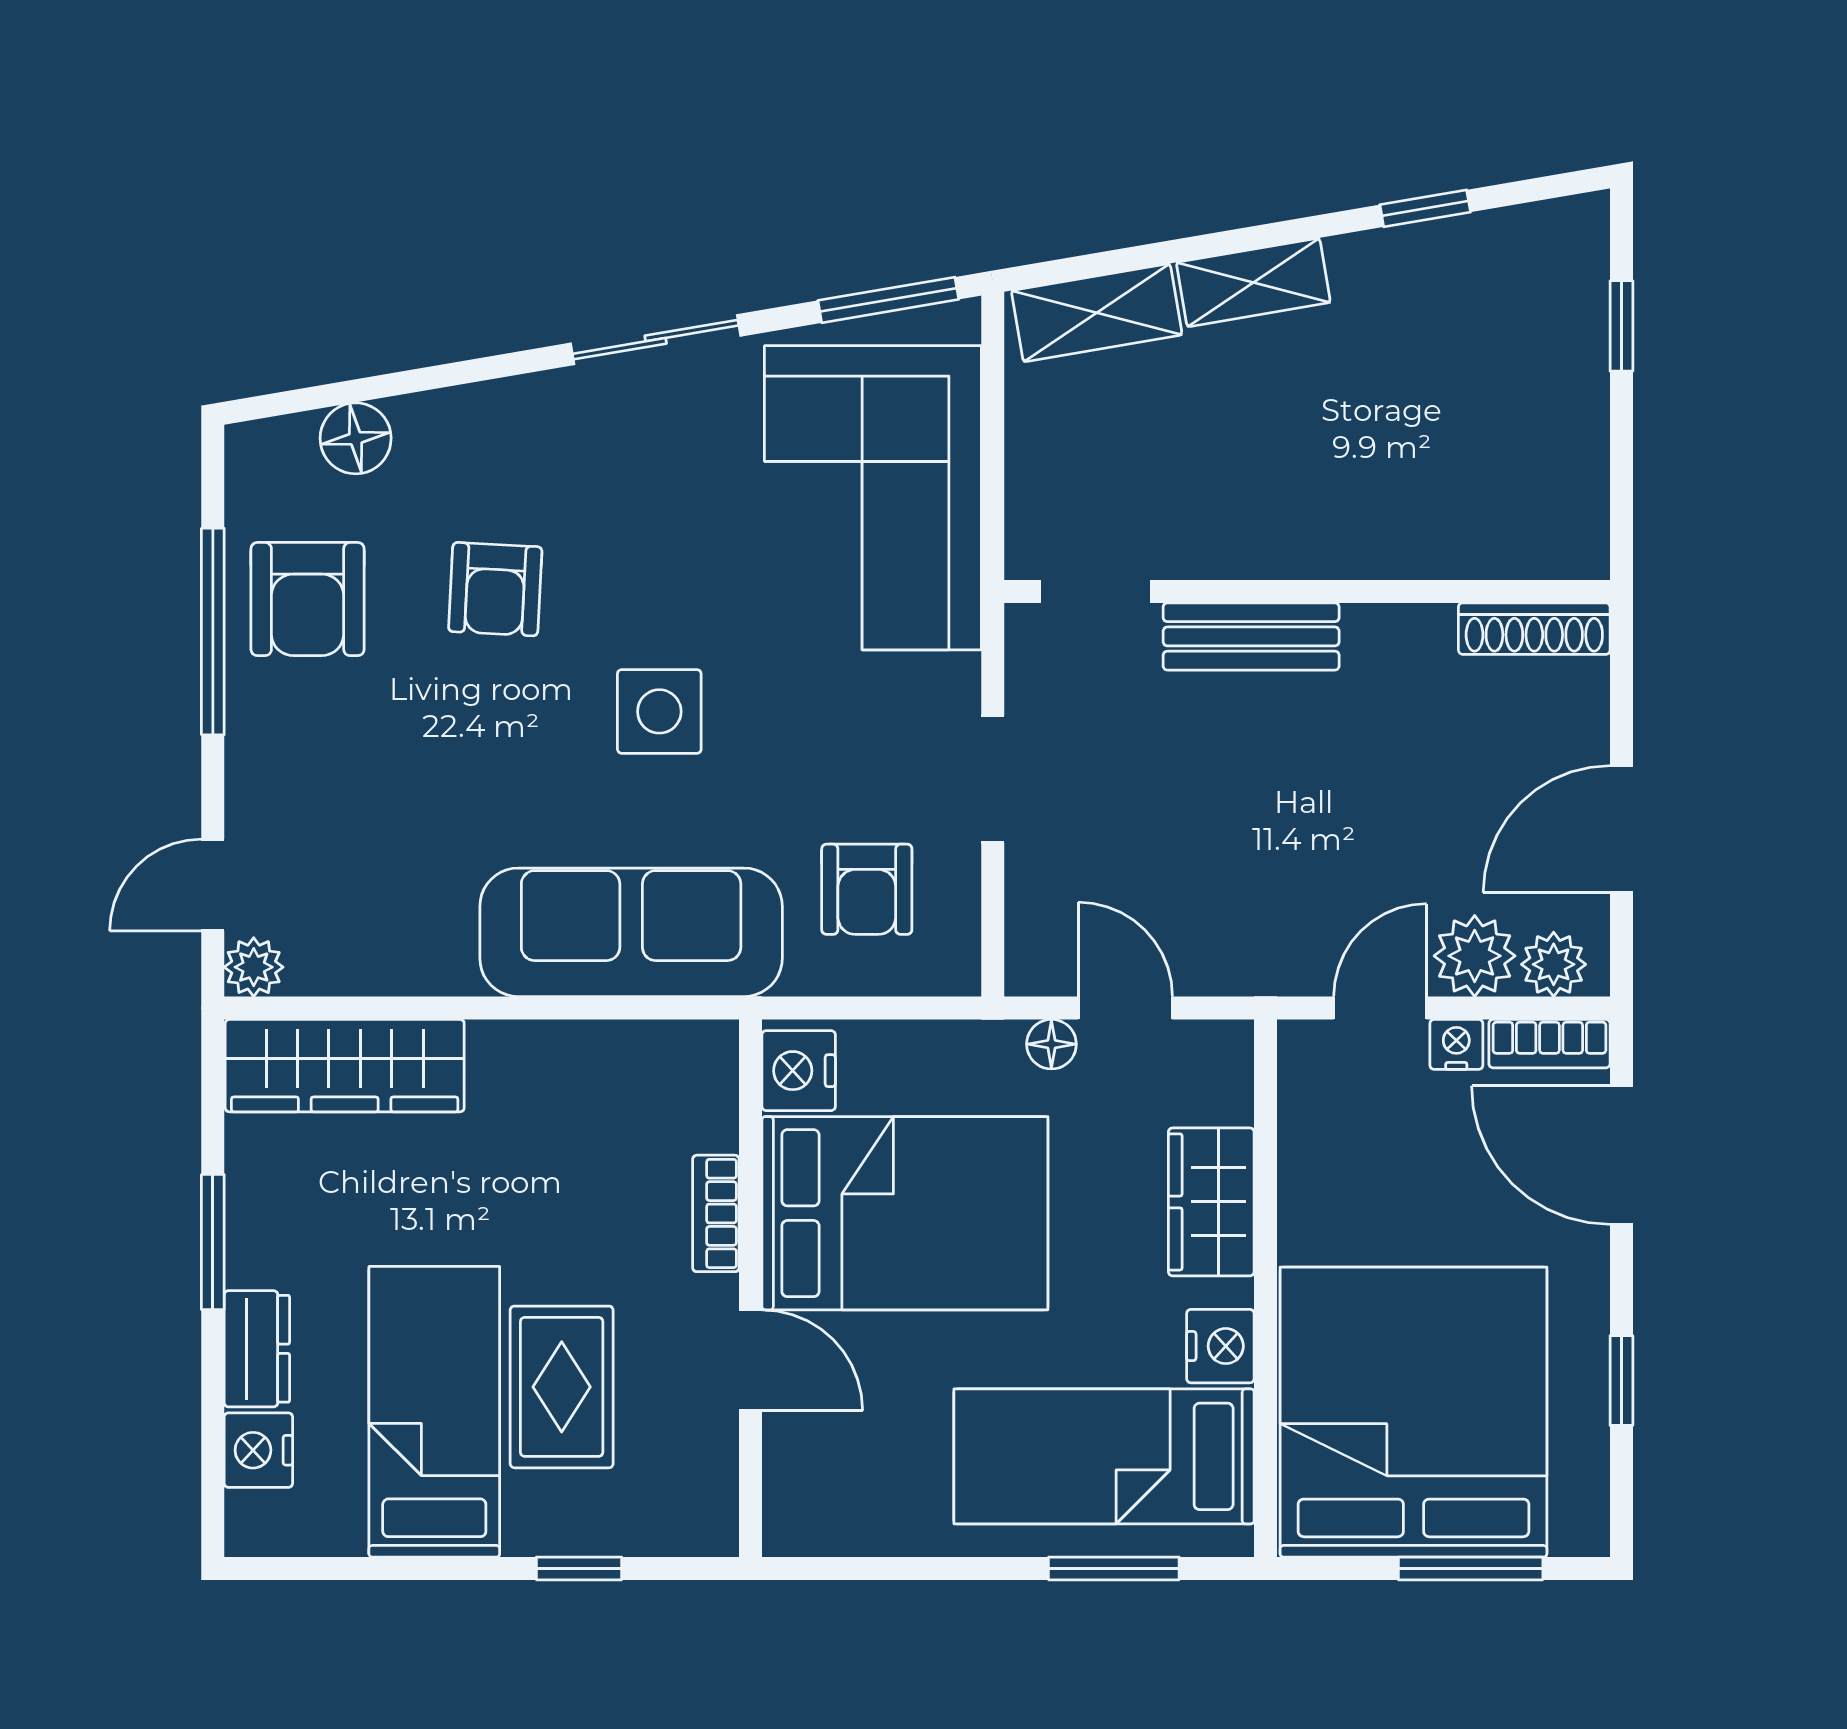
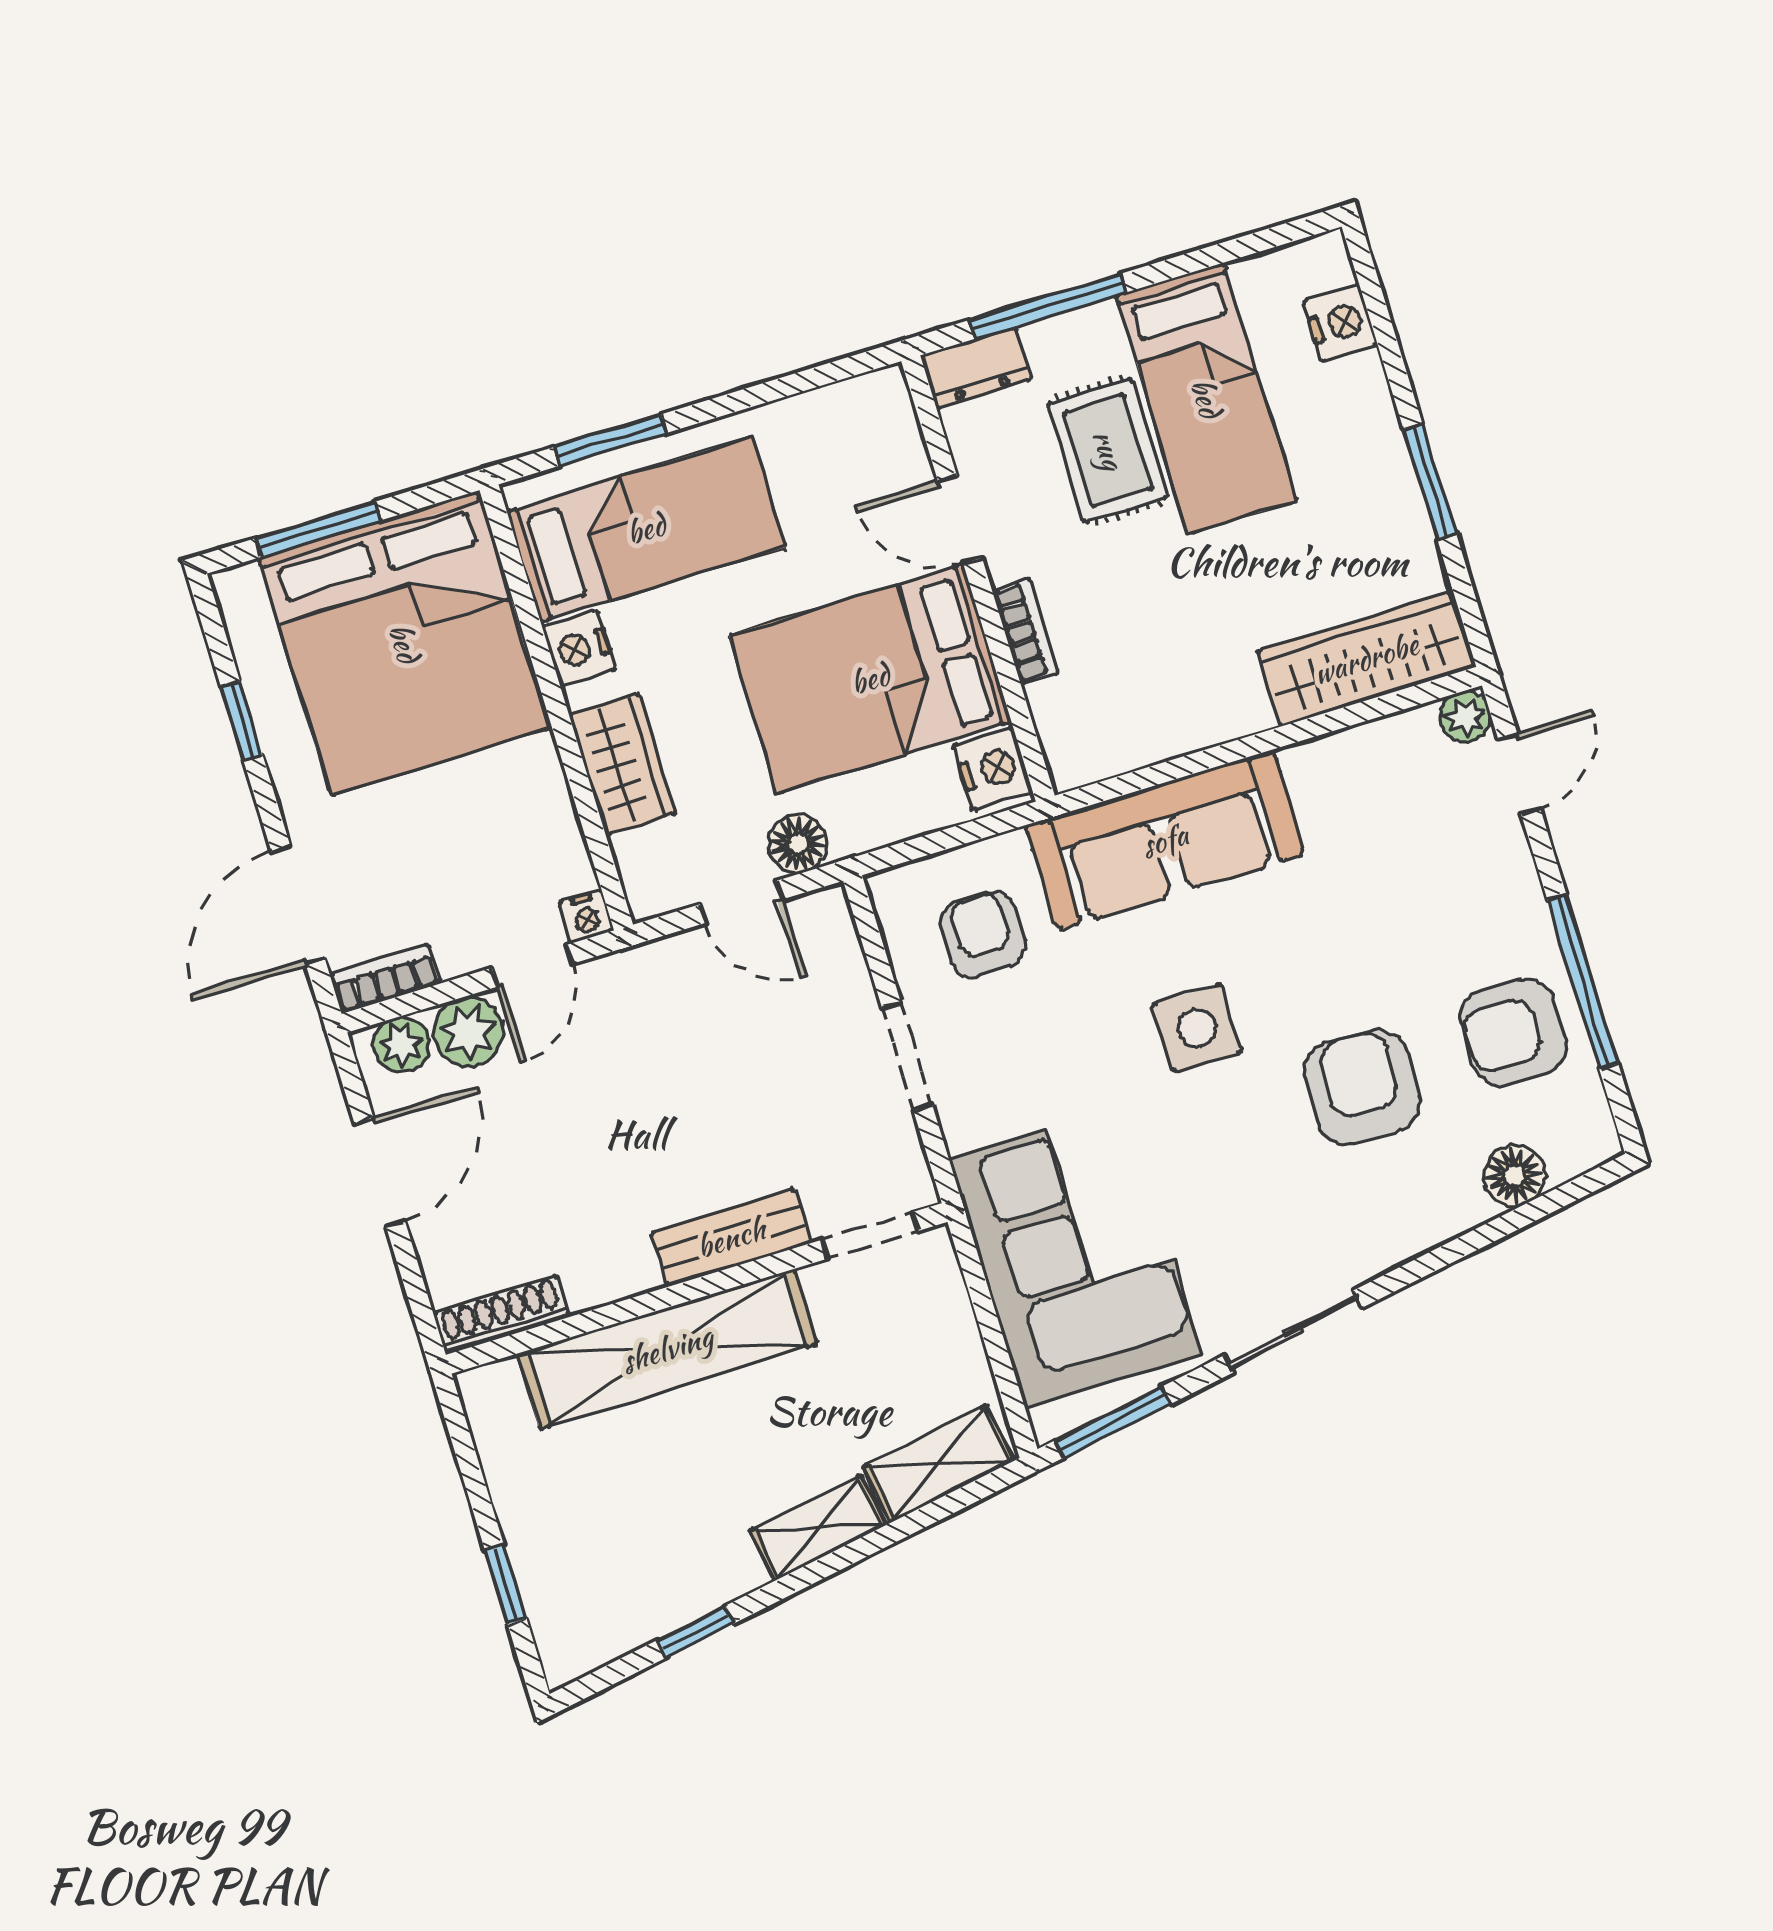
shelving: (1361, 534) -> (667, 1349), added
armchair: (495, 589) -> (1362, 1087), width x1.38, depth x1.38
armchair: (308, 599) -> (1513, 1032), turned -90
floor lamp: (1051, 1044) -> (798, 844), width x1.37, depth x1.37
nightstand: (1456, 1044) -> (586, 917), moved
door: (1621, 1155) -> (298, 906), swing flipped
dresser: (257, 1349) -> (976, 368), moved, turned -90
window: (579, 1568) -> (1048, 306), width x2.17

